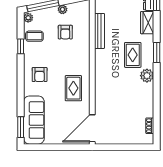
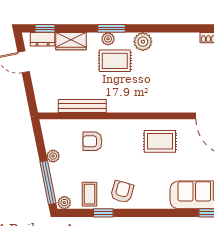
armchair: (65, 32) -> (92, 141), moved, turned 180
plant: (149, 50) -> (108, 39), added
armchair: (40, 75) -> (122, 192), moved, turned -74

